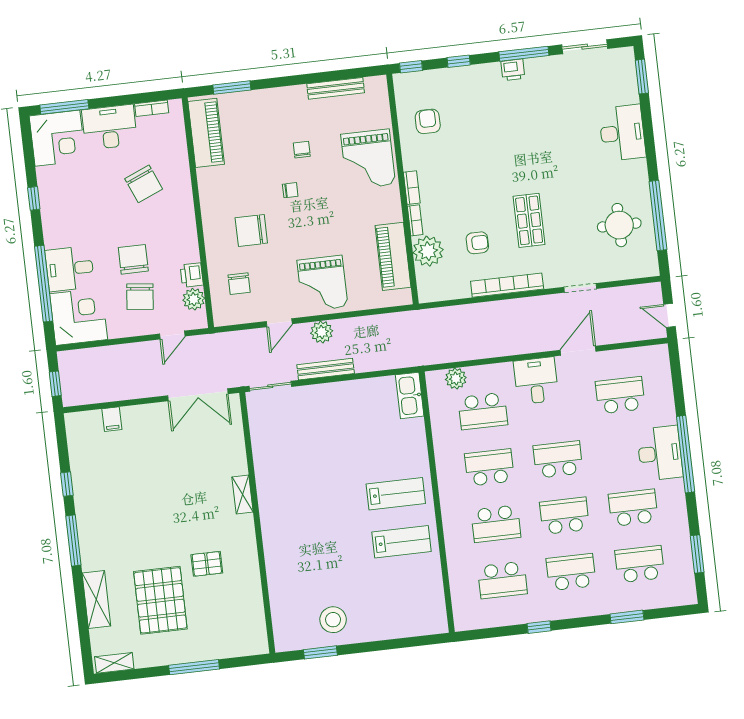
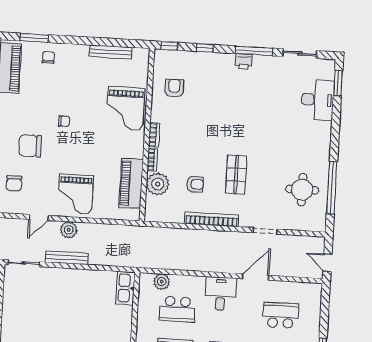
desk: (622, 133) -> (318, 100), moved
chair: (302, 150) -> (48, 57), moved

